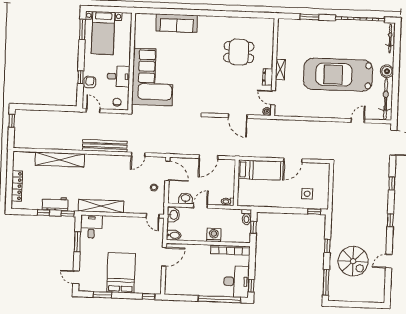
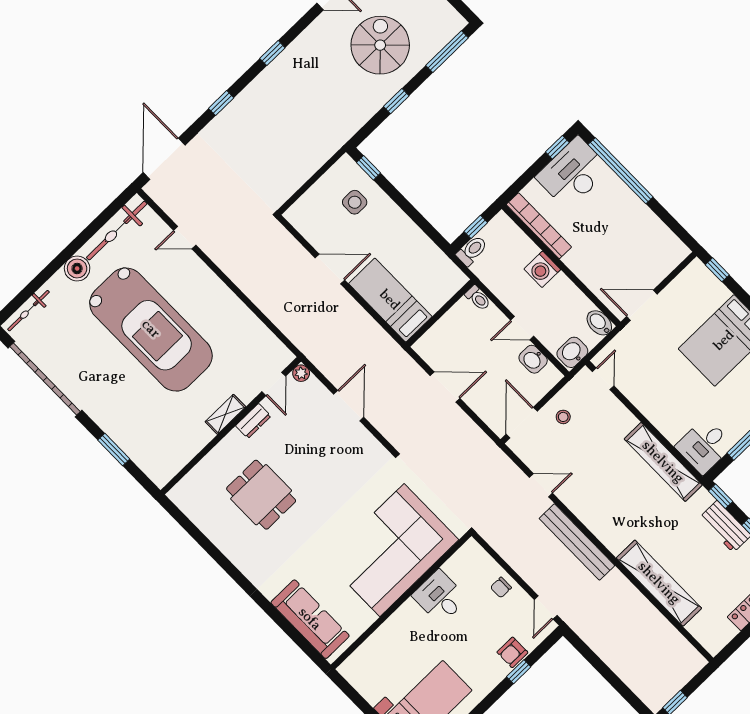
wall: (132, 62) -> (401, 600), moved
desk: (118, 76) -> (440, 597), moved
corner sofa: (153, 77) -> (392, 550), moved

